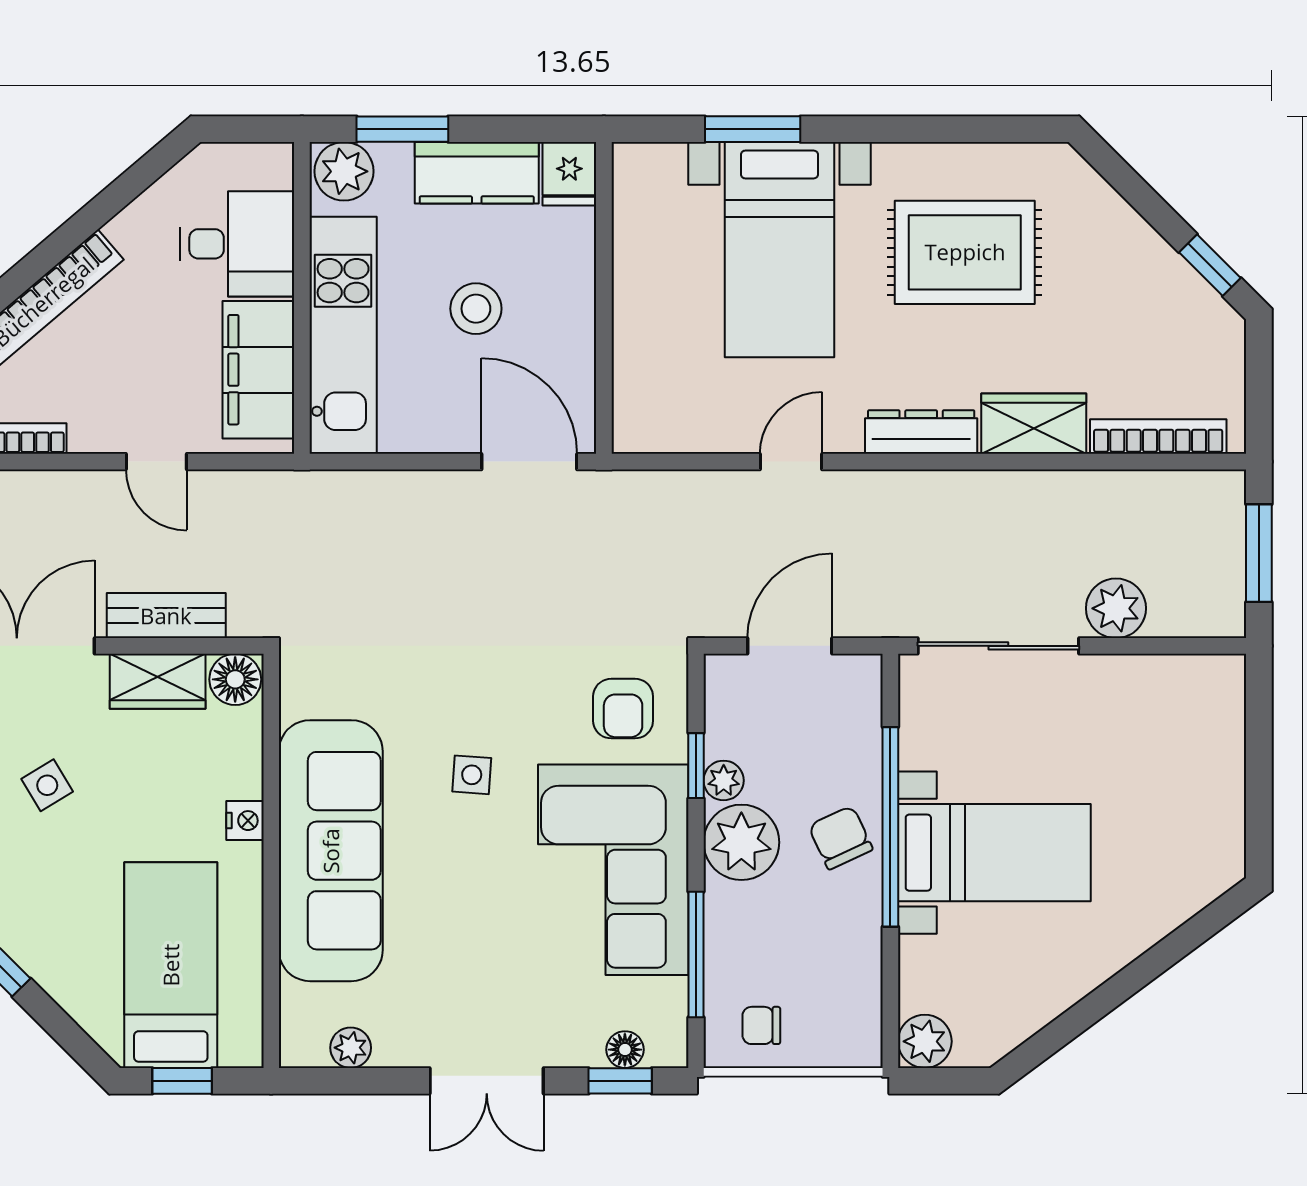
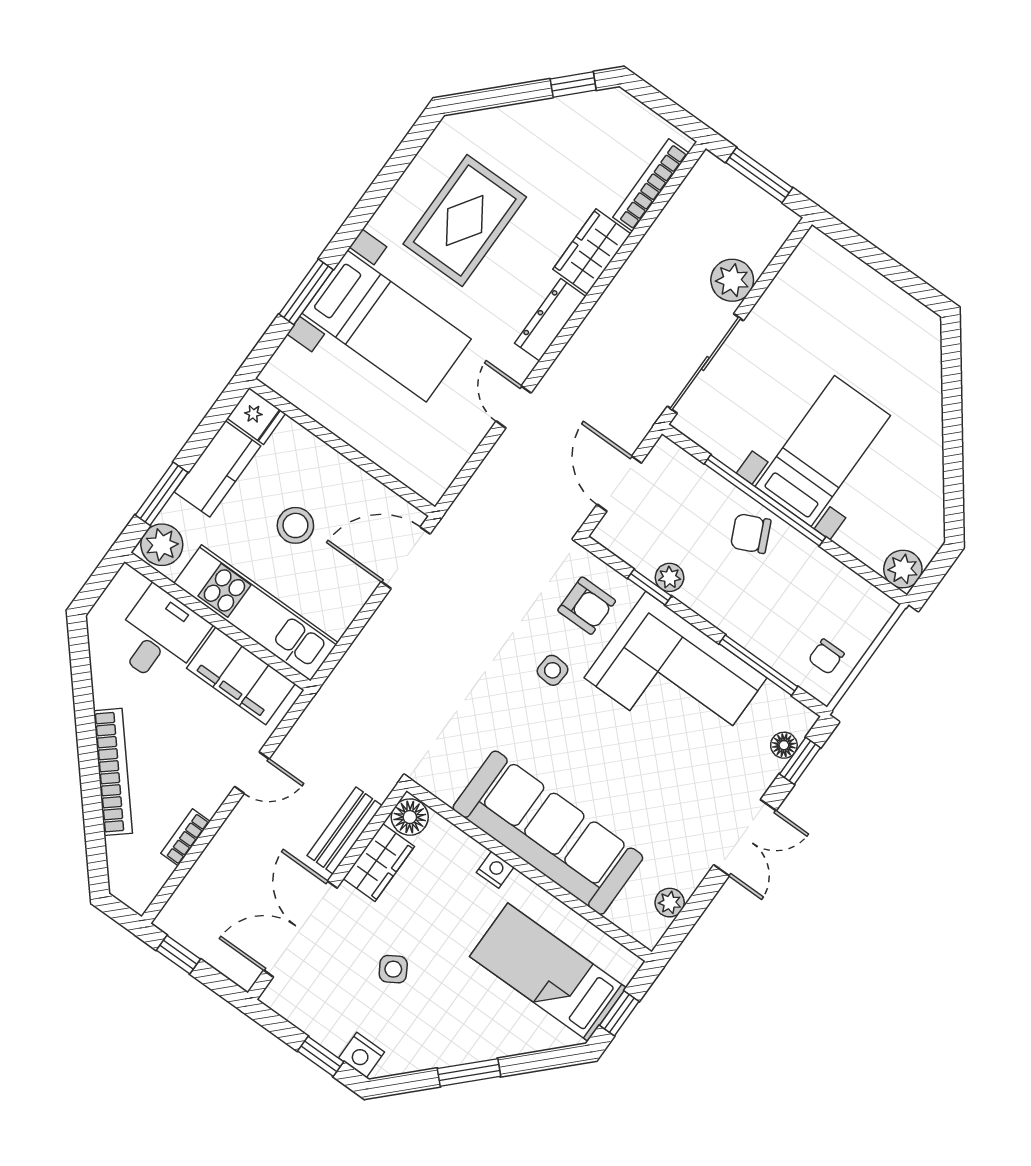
side table: (472, 775) -> (553, 670), moved
plant: (741, 842) -> (713, 593), removed

